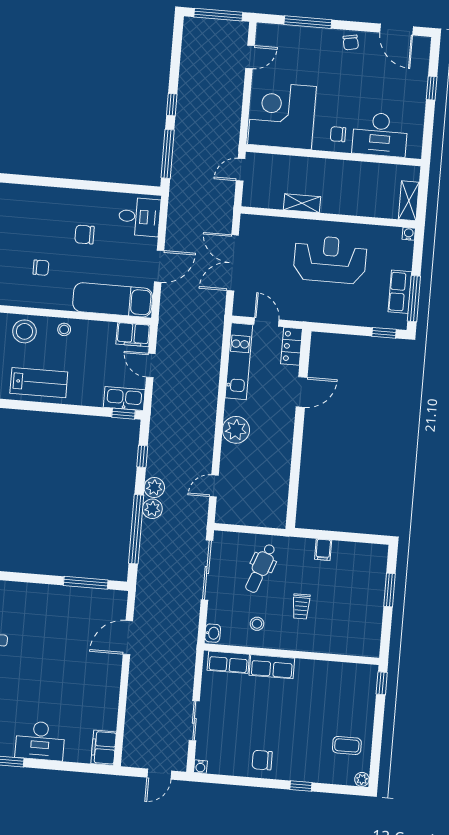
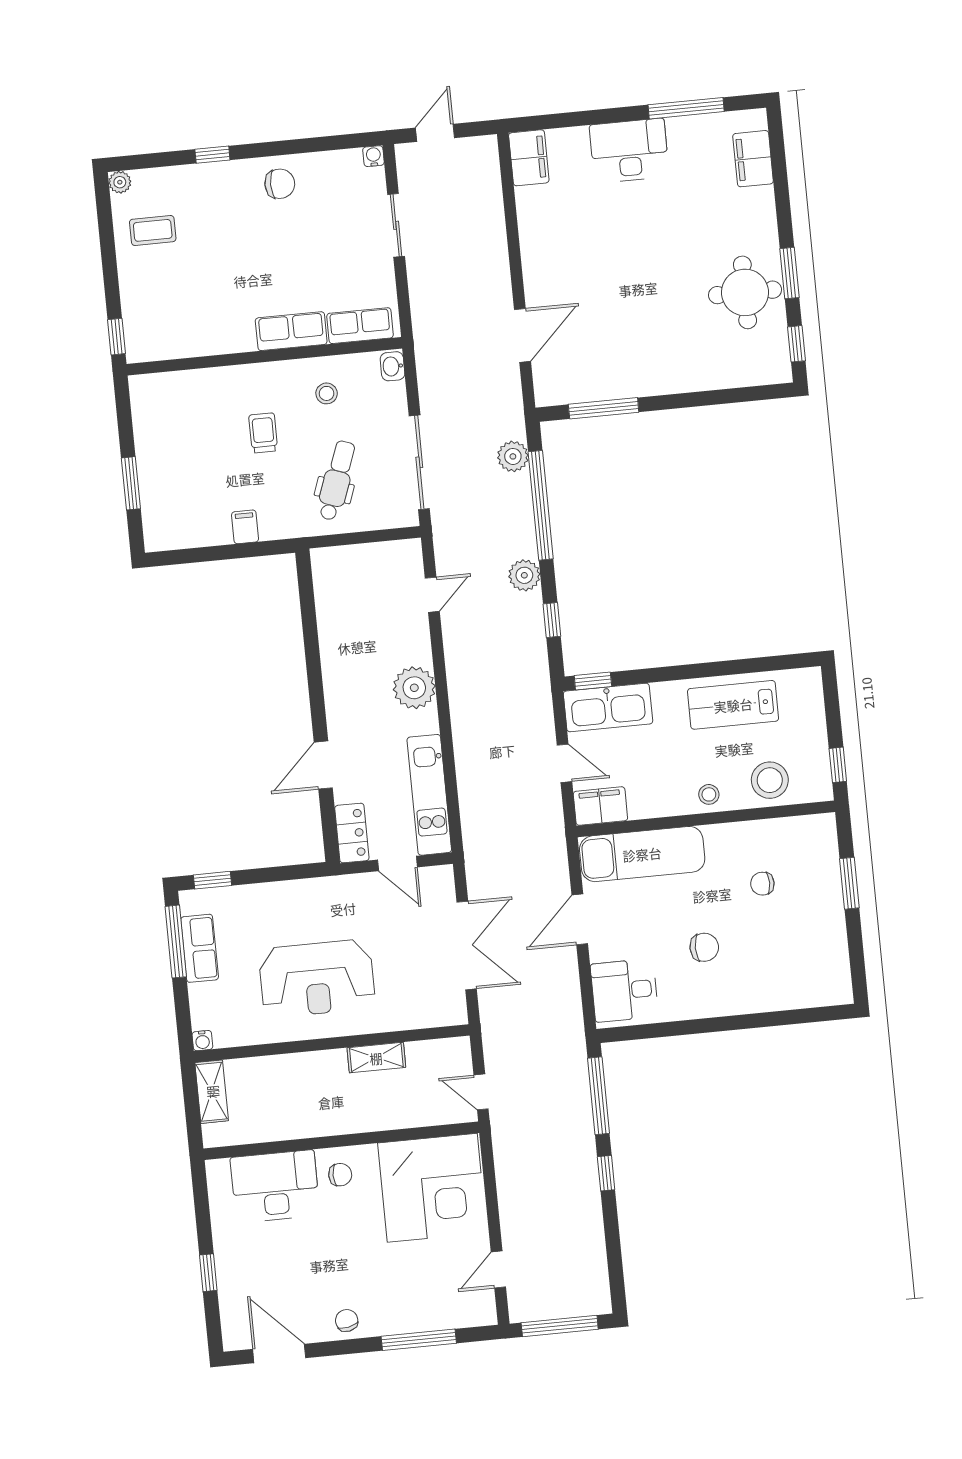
door: (241, 170) -> (481, 1092), swing flipped
kitchen sink: (124, 398) -> (608, 707), width x1.36, depth x1.24
plant: (152, 509) -> (513, 456), moved

